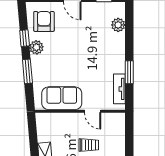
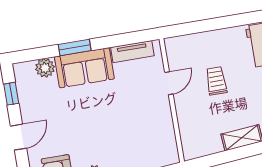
window: (129, 72) -> (75, 47), moved
sofa: (62, 98) -> (84, 68), moved, turned -90

